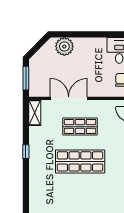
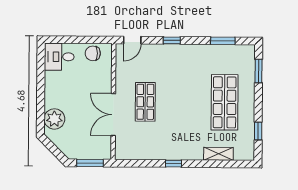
shelving: (35, 113) -> (218, 154), moved
shop shelf: (80, 161) -> (225, 102), moved

